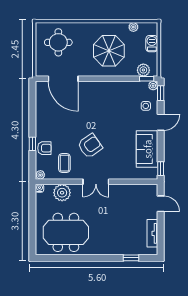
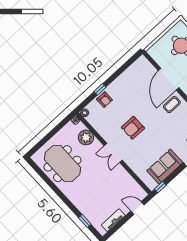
door: (63, 79) -> (169, 79), moved
armchair: (90, 146) -> (133, 128), turned 125
coffee table: (64, 163) -> (172, 105), moved
door: (161, 204) -> (137, 208), swing flipped

